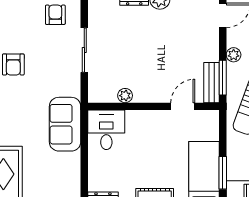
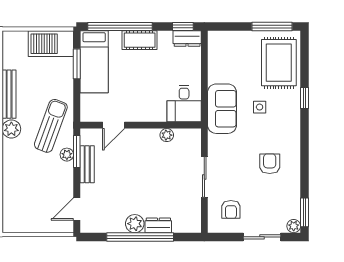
plant: (234, 55) -> (67, 155), moved
bench: (211, 83) -> (87, 164), moved
side table: (24, 126) -> (260, 107), added

